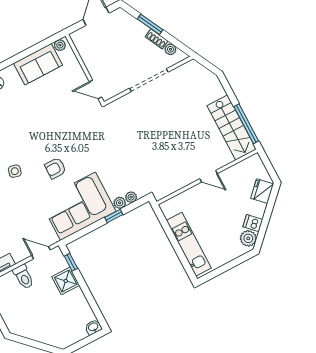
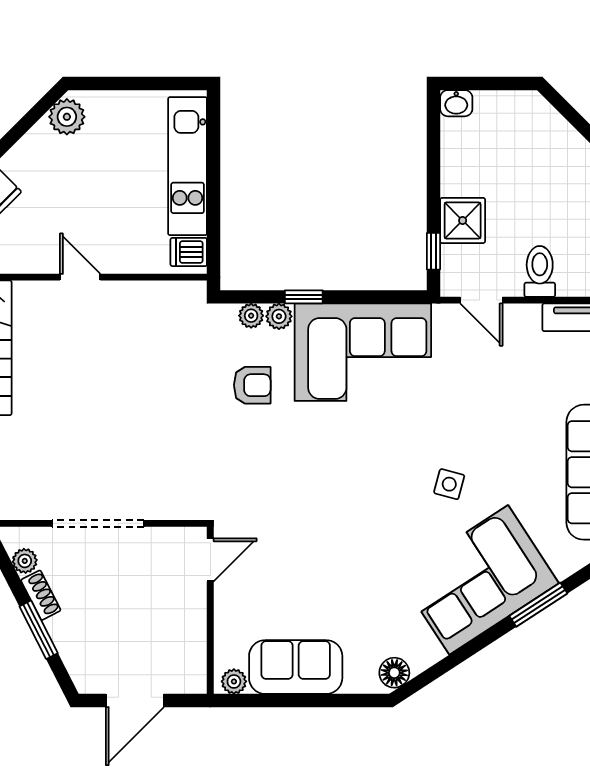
door: (95, 89) -> (210, 560), hinge flipped
armchair: (55, 168) -> (252, 385), moved
dishwasher: (253, 223) -> (189, 252), moved, turned 135

